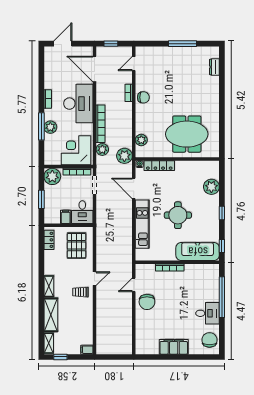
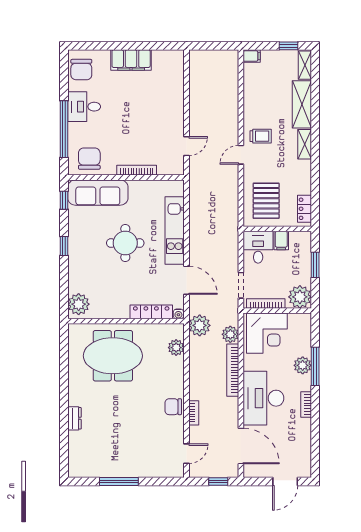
dresser: (214, 67) -> (74, 418), moved
plant: (211, 187) -> (79, 304), moved
chair: (147, 302) -> (89, 159), moved

